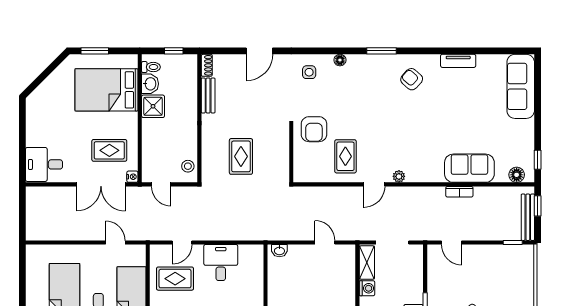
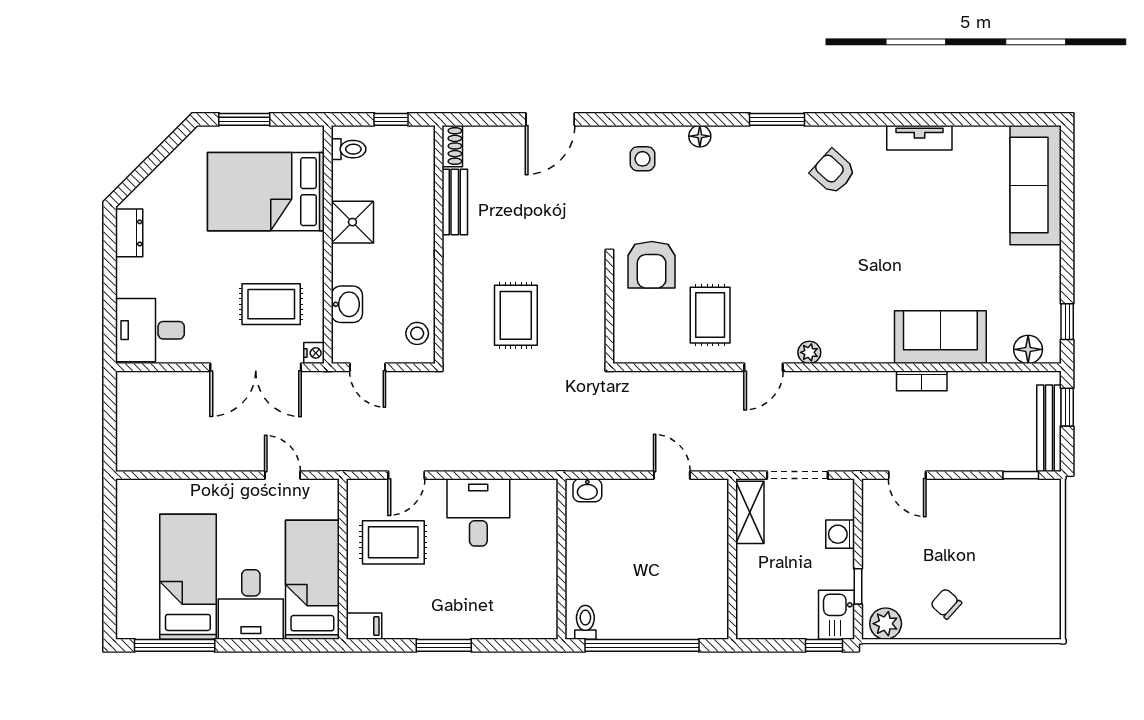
washbasin: (150, 84) -> (347, 304), moved
dresser: (33, 112) -> (129, 233), added
washing machine: (367, 288) -> (840, 534), moved, turned 180

